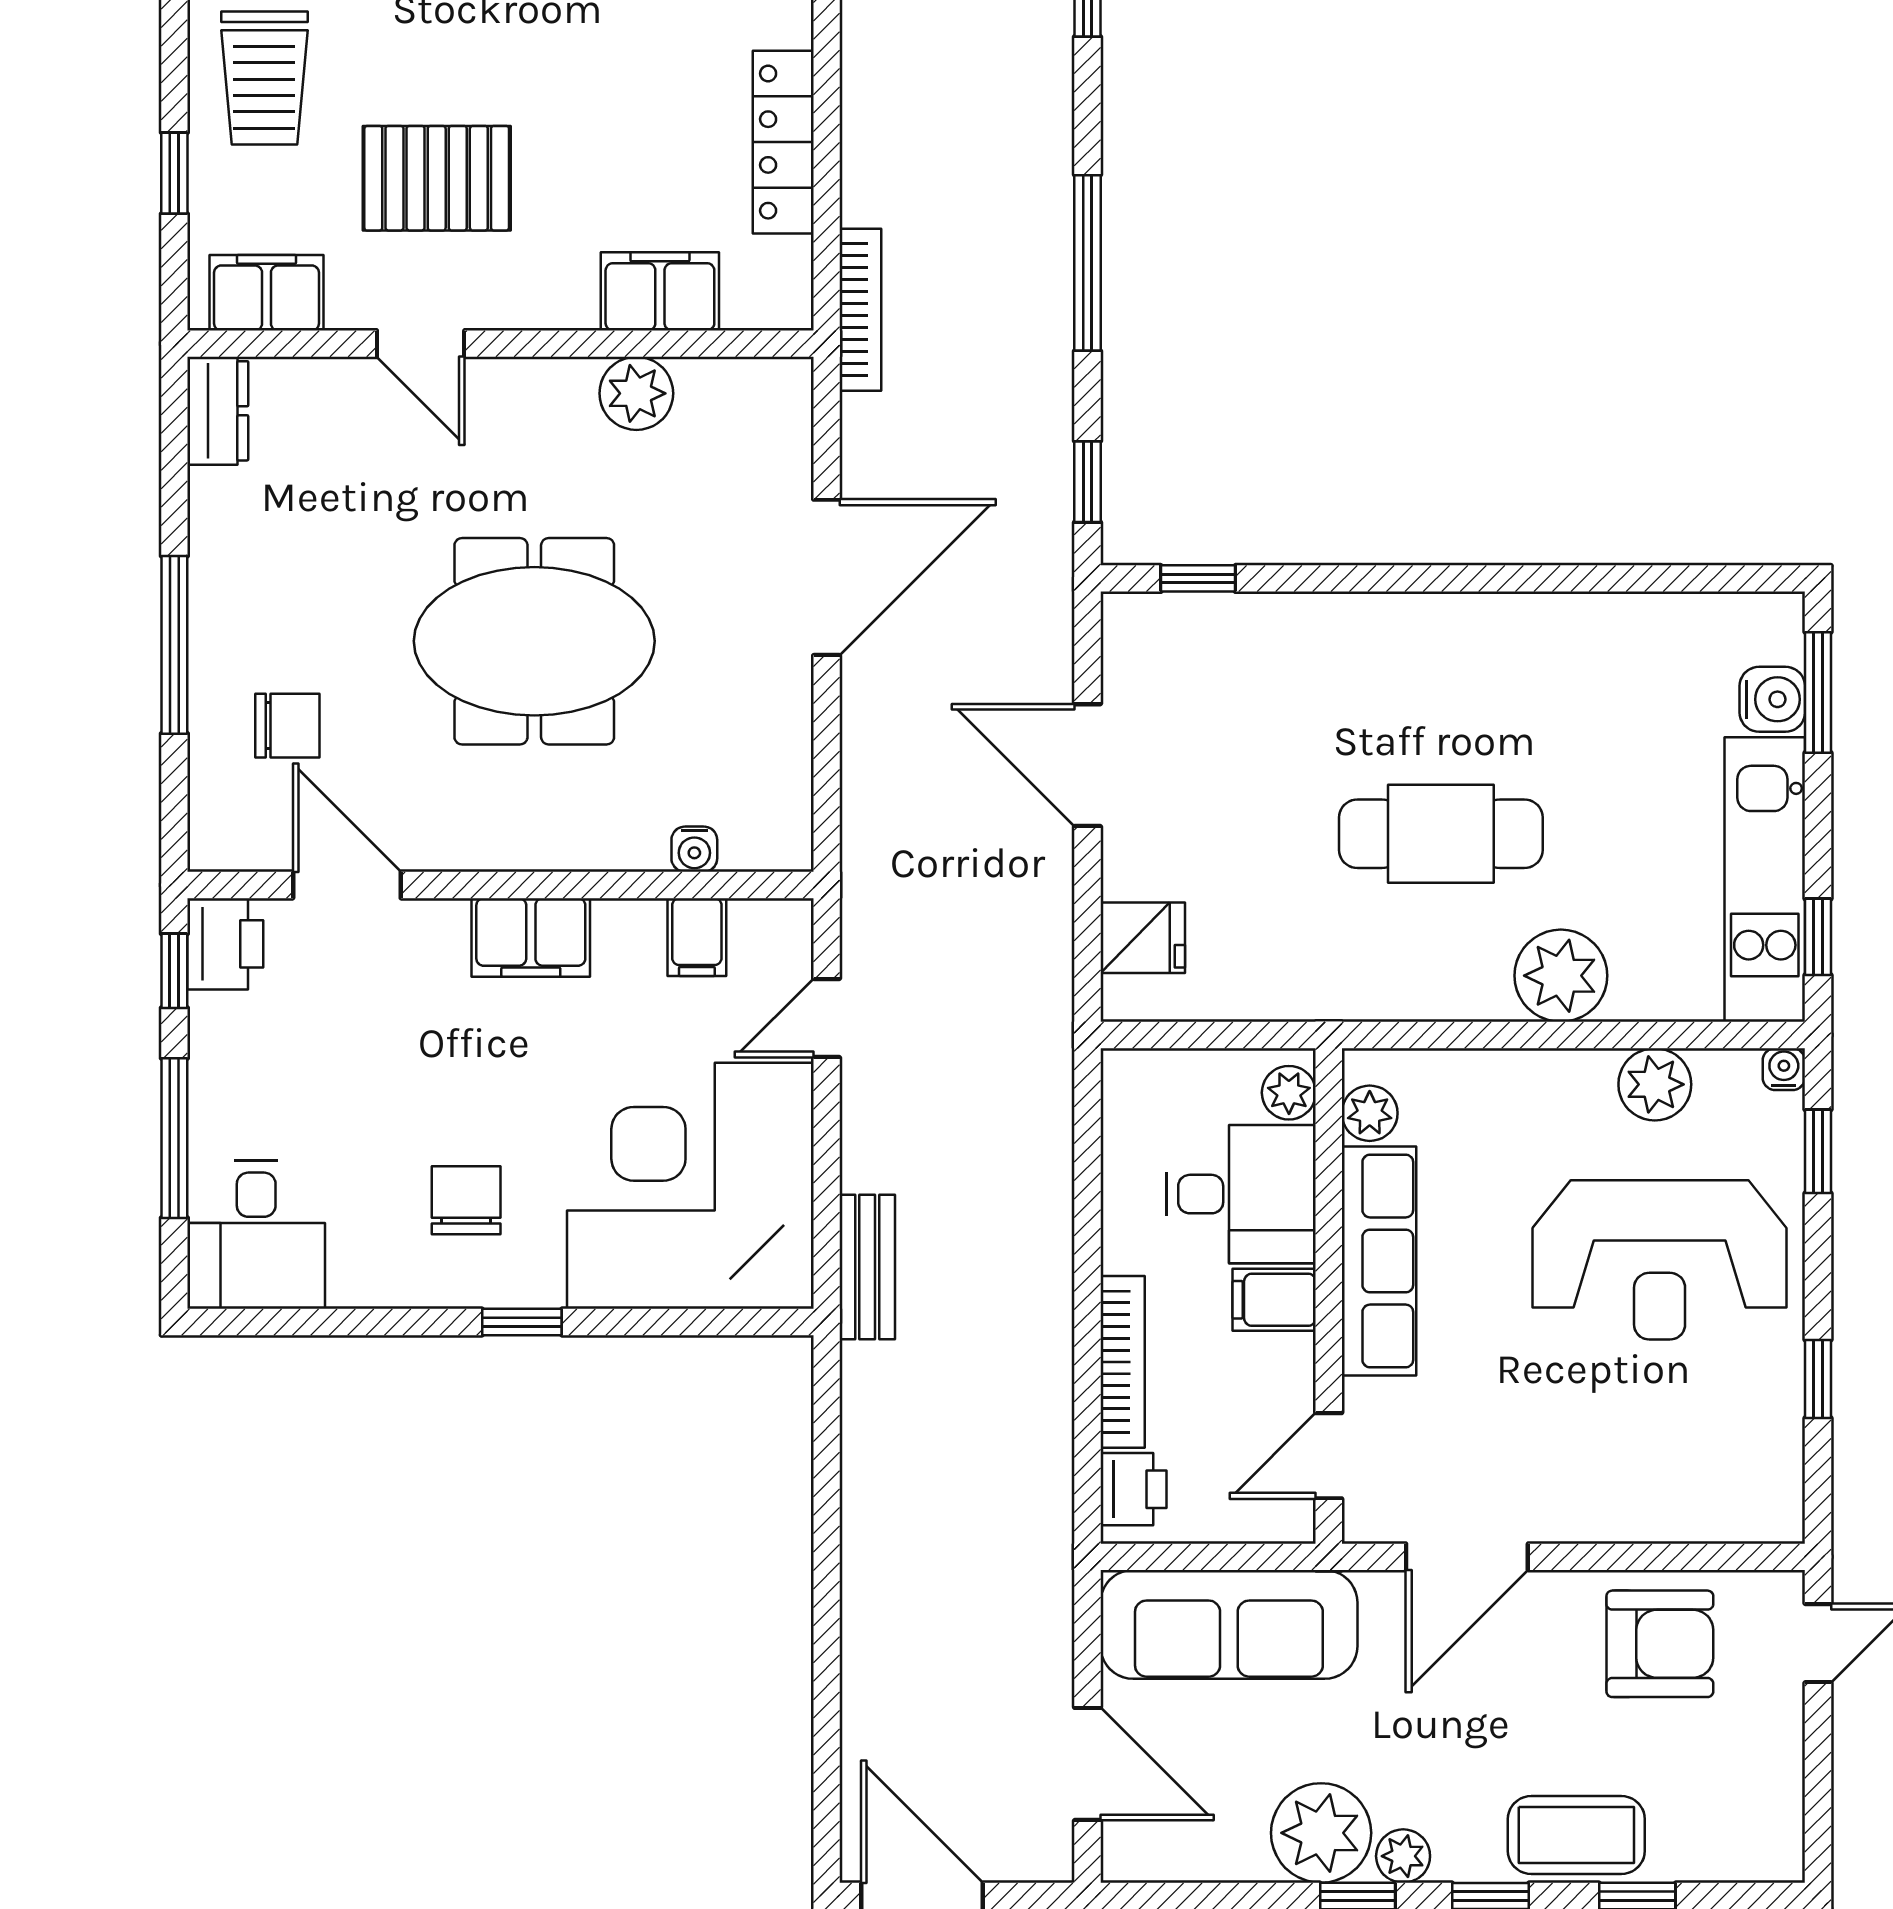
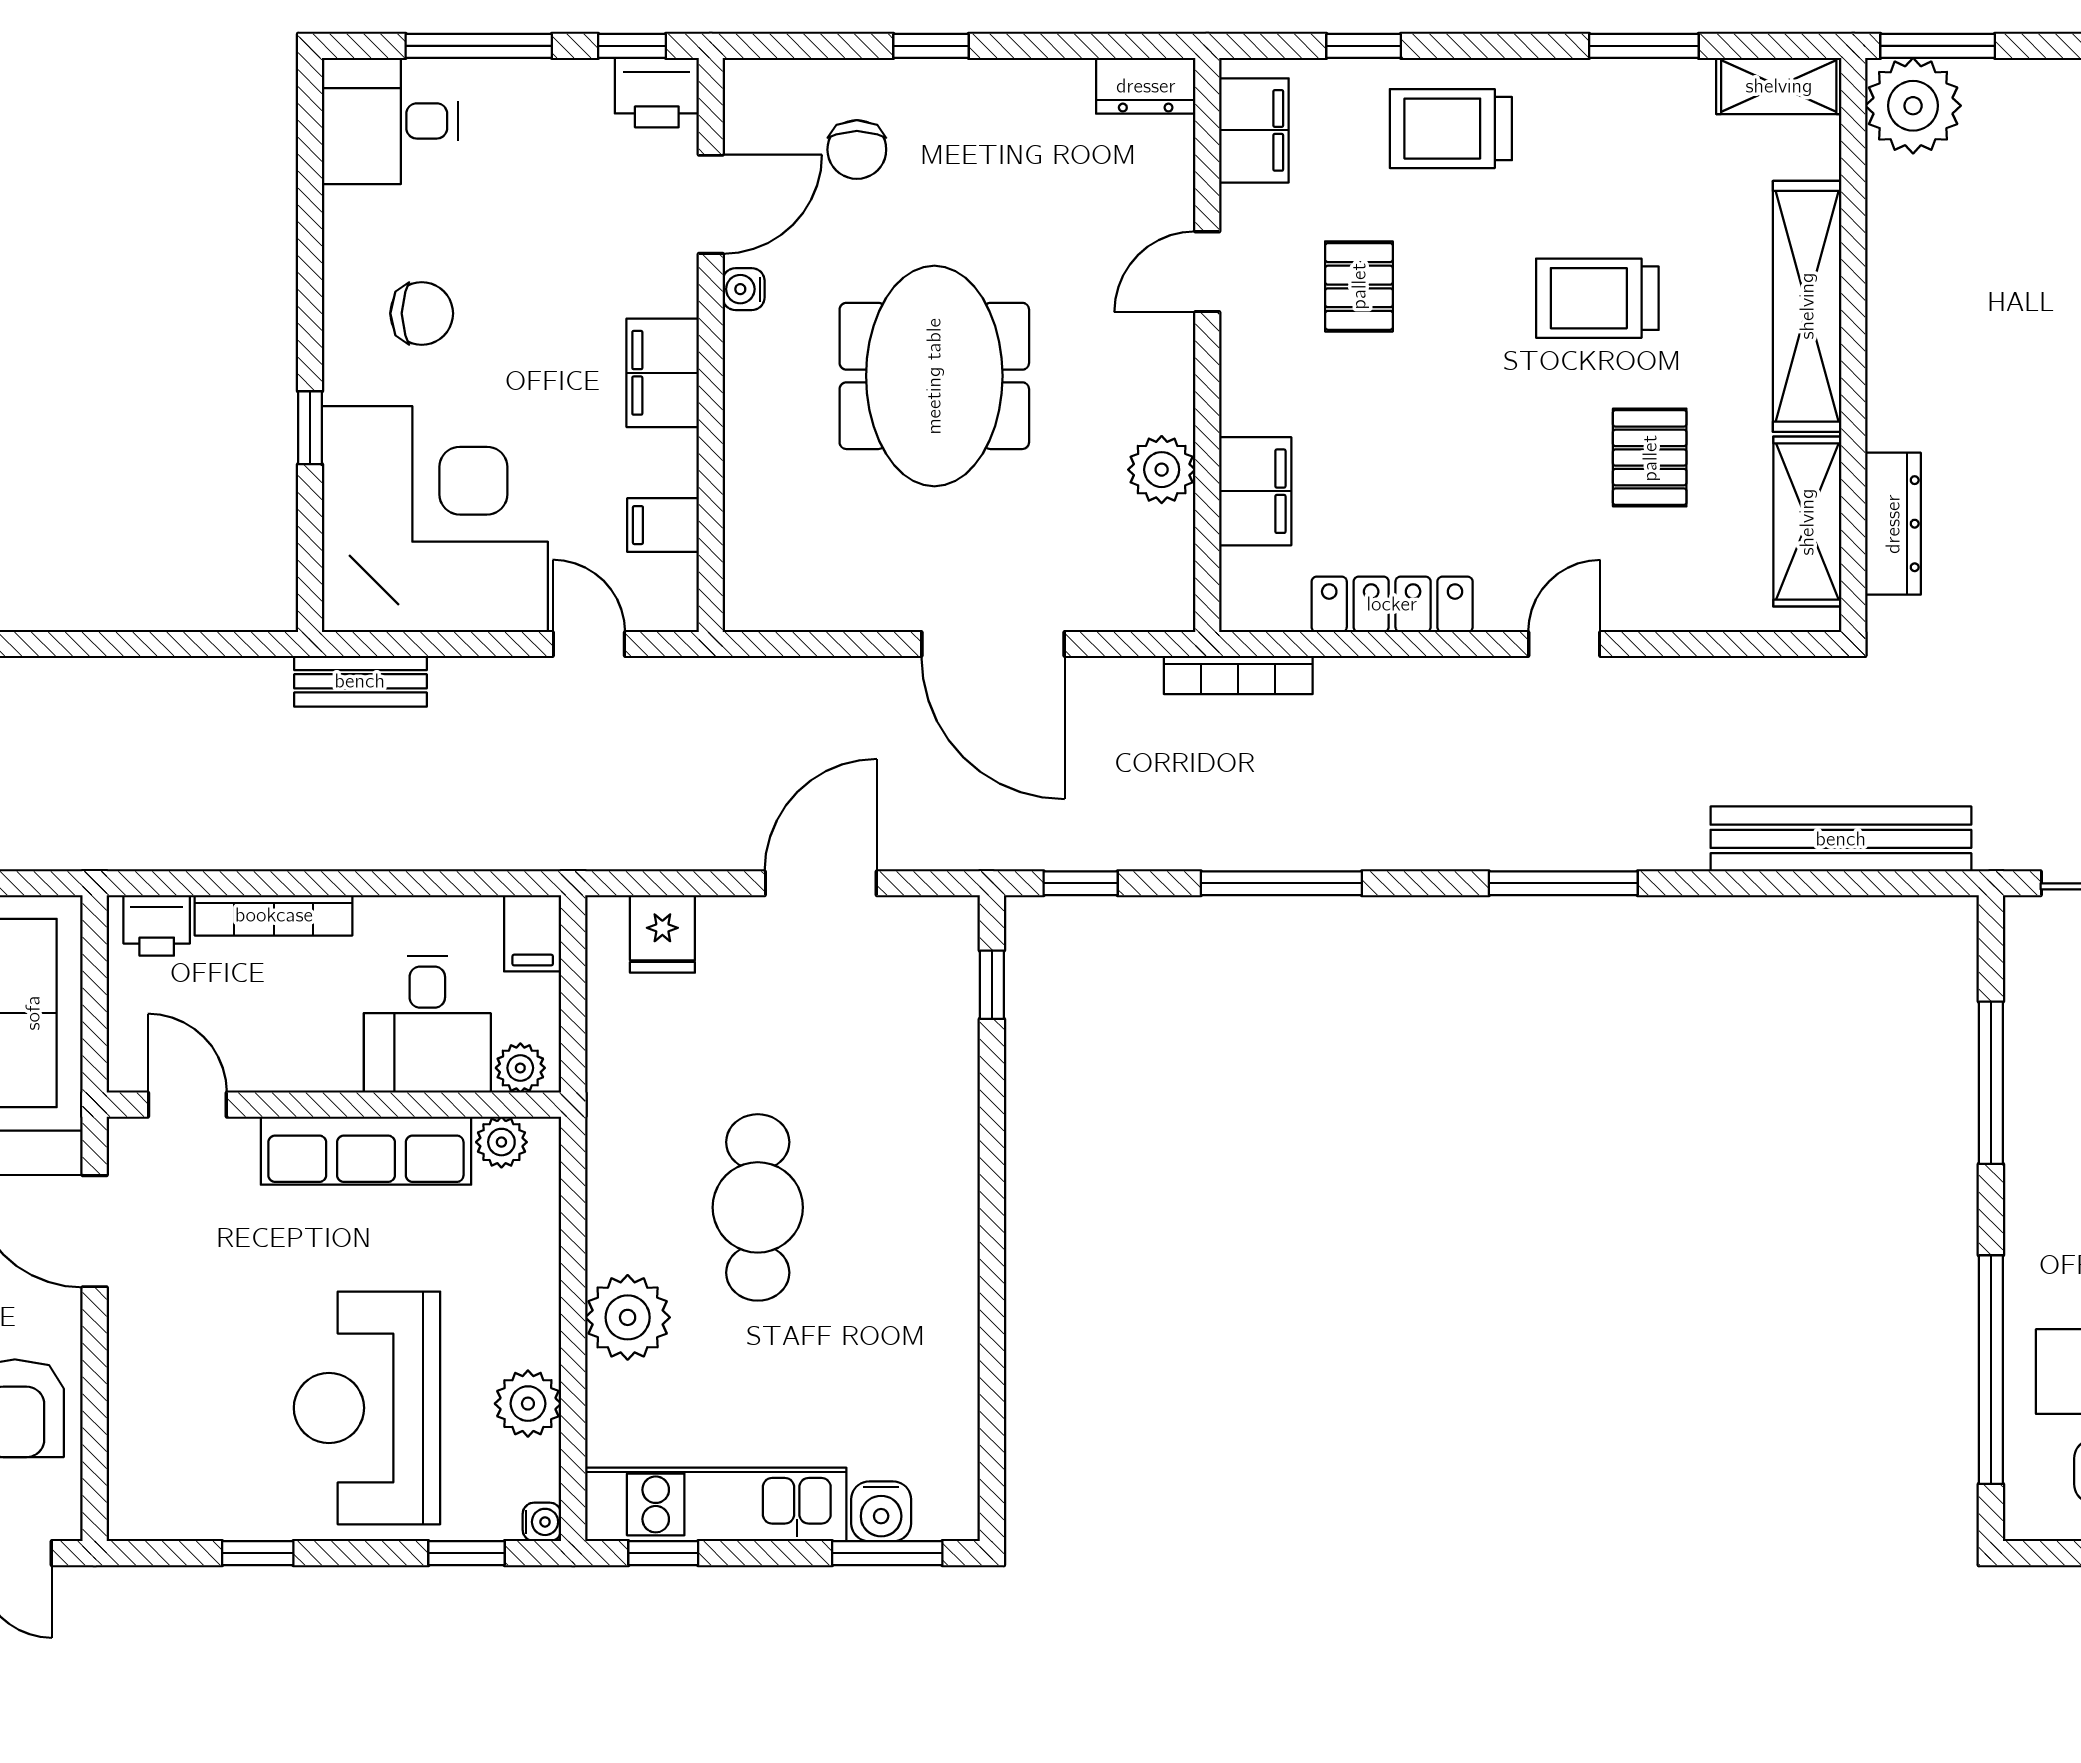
pallet: (437, 178) -> (1359, 286), width x0.67, depth x0.71
window: (174, 645) -> (931, 46), width x0.46
water cooler: (694, 849) -> (744, 289), moved
filing cabinet: (1274, 1300) -> (533, 933), moved, turned 180
window: (522, 1322) -> (310, 428), moved

